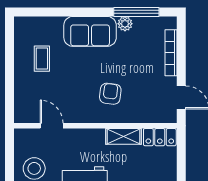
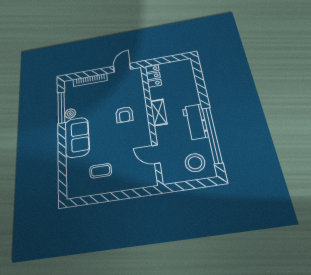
armchair: (110, 94) -> (124, 115), turned -97
door: (52, 126) -> (156, 154), hinge flipped
shelving: (124, 136) -> (158, 112), moved

